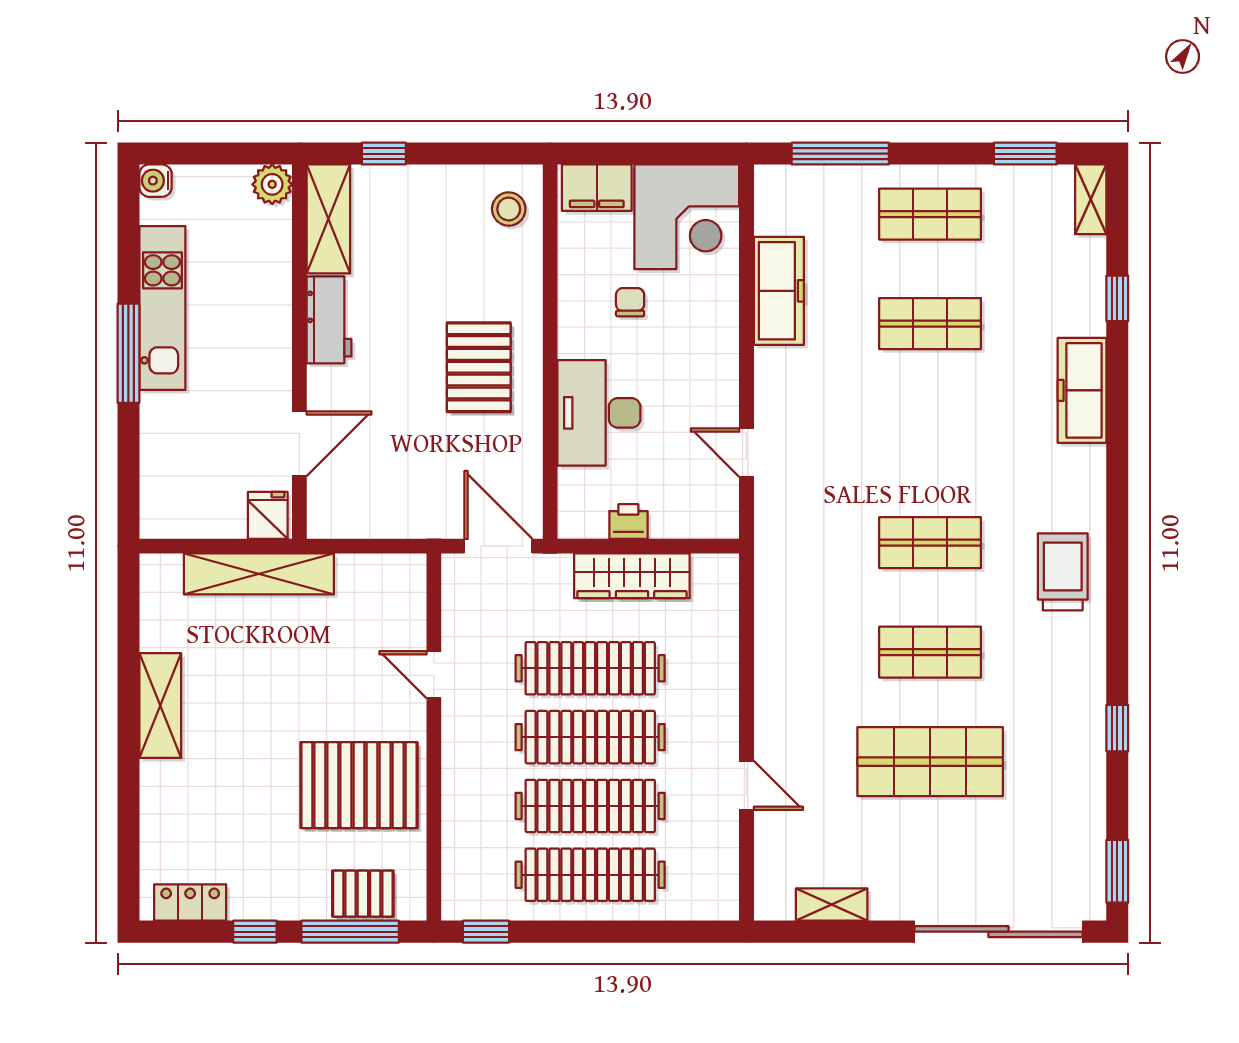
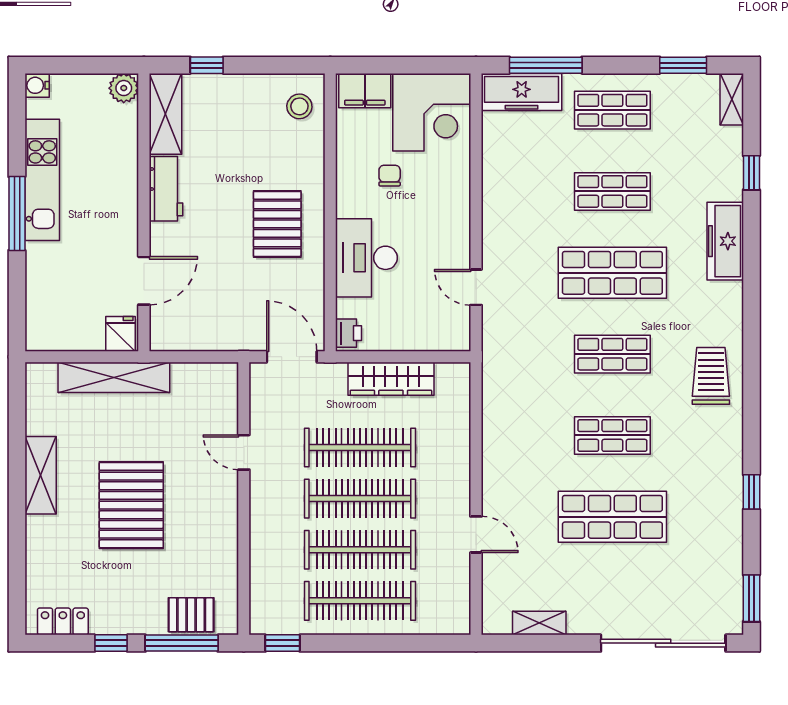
freezer: (779, 291) -> (522, 92), moved, turned 90
shop shelf: (930, 433) -> (612, 273), added
printer: (628, 522) -> (349, 333), moved, turned 90
pallet: (359, 785) -> (131, 505), moved, turned 90

